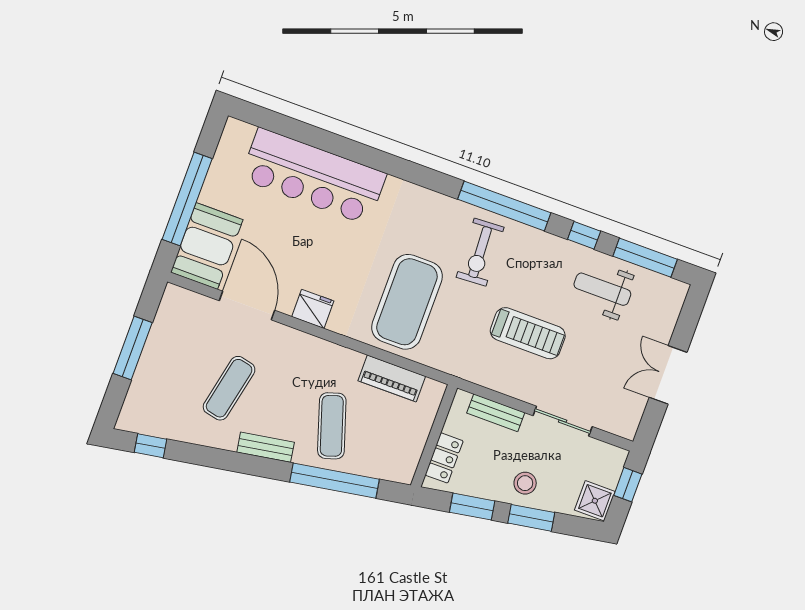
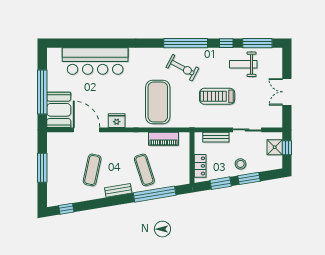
exercise bike: (480, 252) -> (182, 68), turned -59
treadmill: (528, 333) -> (217, 96), turned 180
shower: (595, 501) -> (275, 147), moved

